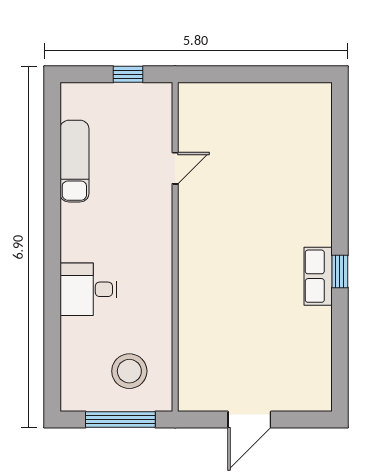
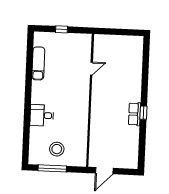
door: (175, 168) -> (91, 69), moved
wall: (175, 247) -> (90, 100), moved

